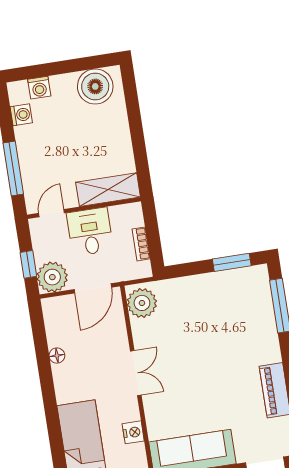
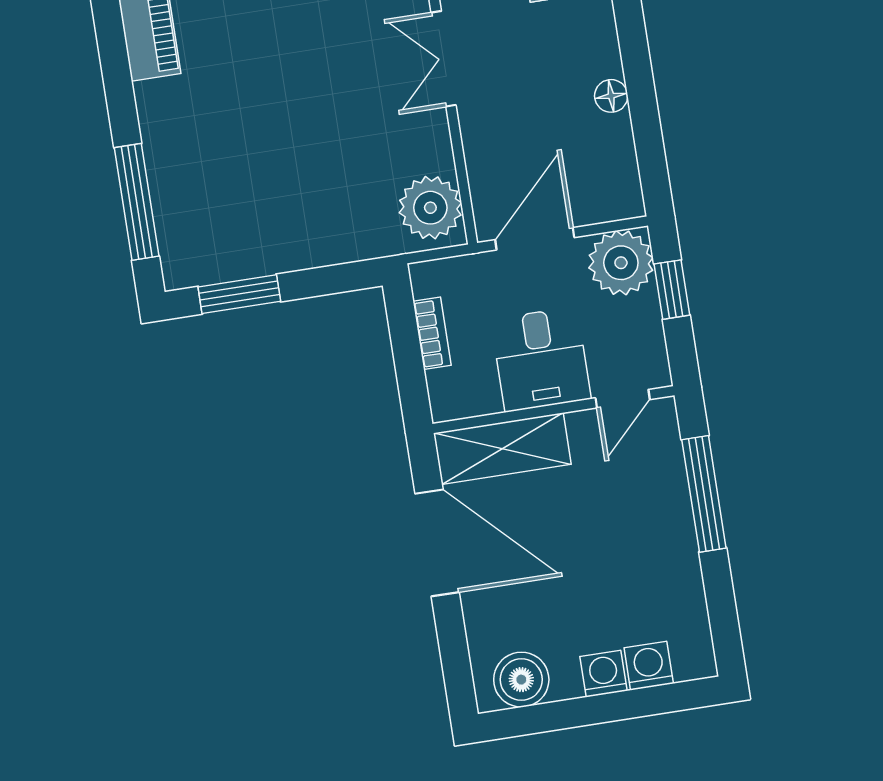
boiler: (95, 86) -> (521, 680), width x0.73, depth x0.73
washing machine: (21, 115) -> (604, 674), moved, turned 90
door: (139, 145) -> (437, 543), added

